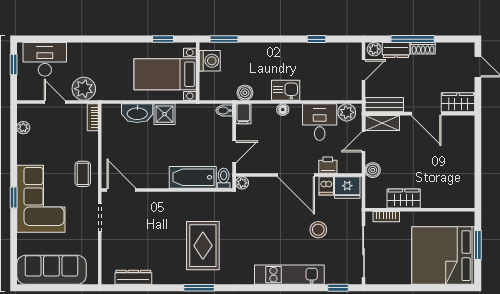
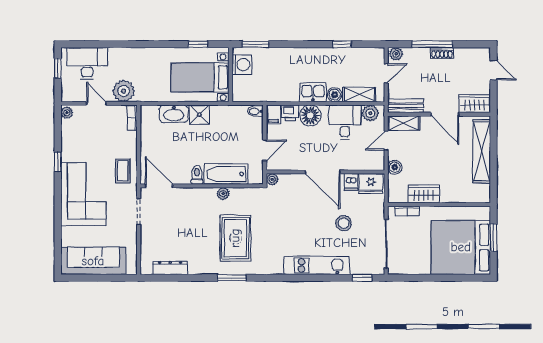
dresser: (396, 50) -> (417, 55), removed
boiler: (245, 93) -> (335, 95), moved
shelving: (335, 93) -> (359, 95), added
floor lamp: (283, 110) -> (310, 115), width x1.89, depth x1.89
plant: (23, 128) -> (67, 113), moved
shelving: (465, 153) -> (482, 151), added
printer: (328, 165) -> (290, 113), moved, turned 180
toilet: (224, 178) -> (197, 175), moved
window: (14, 197) -> (58, 162), moved
plant: (190, 198) -> (223, 194), added

